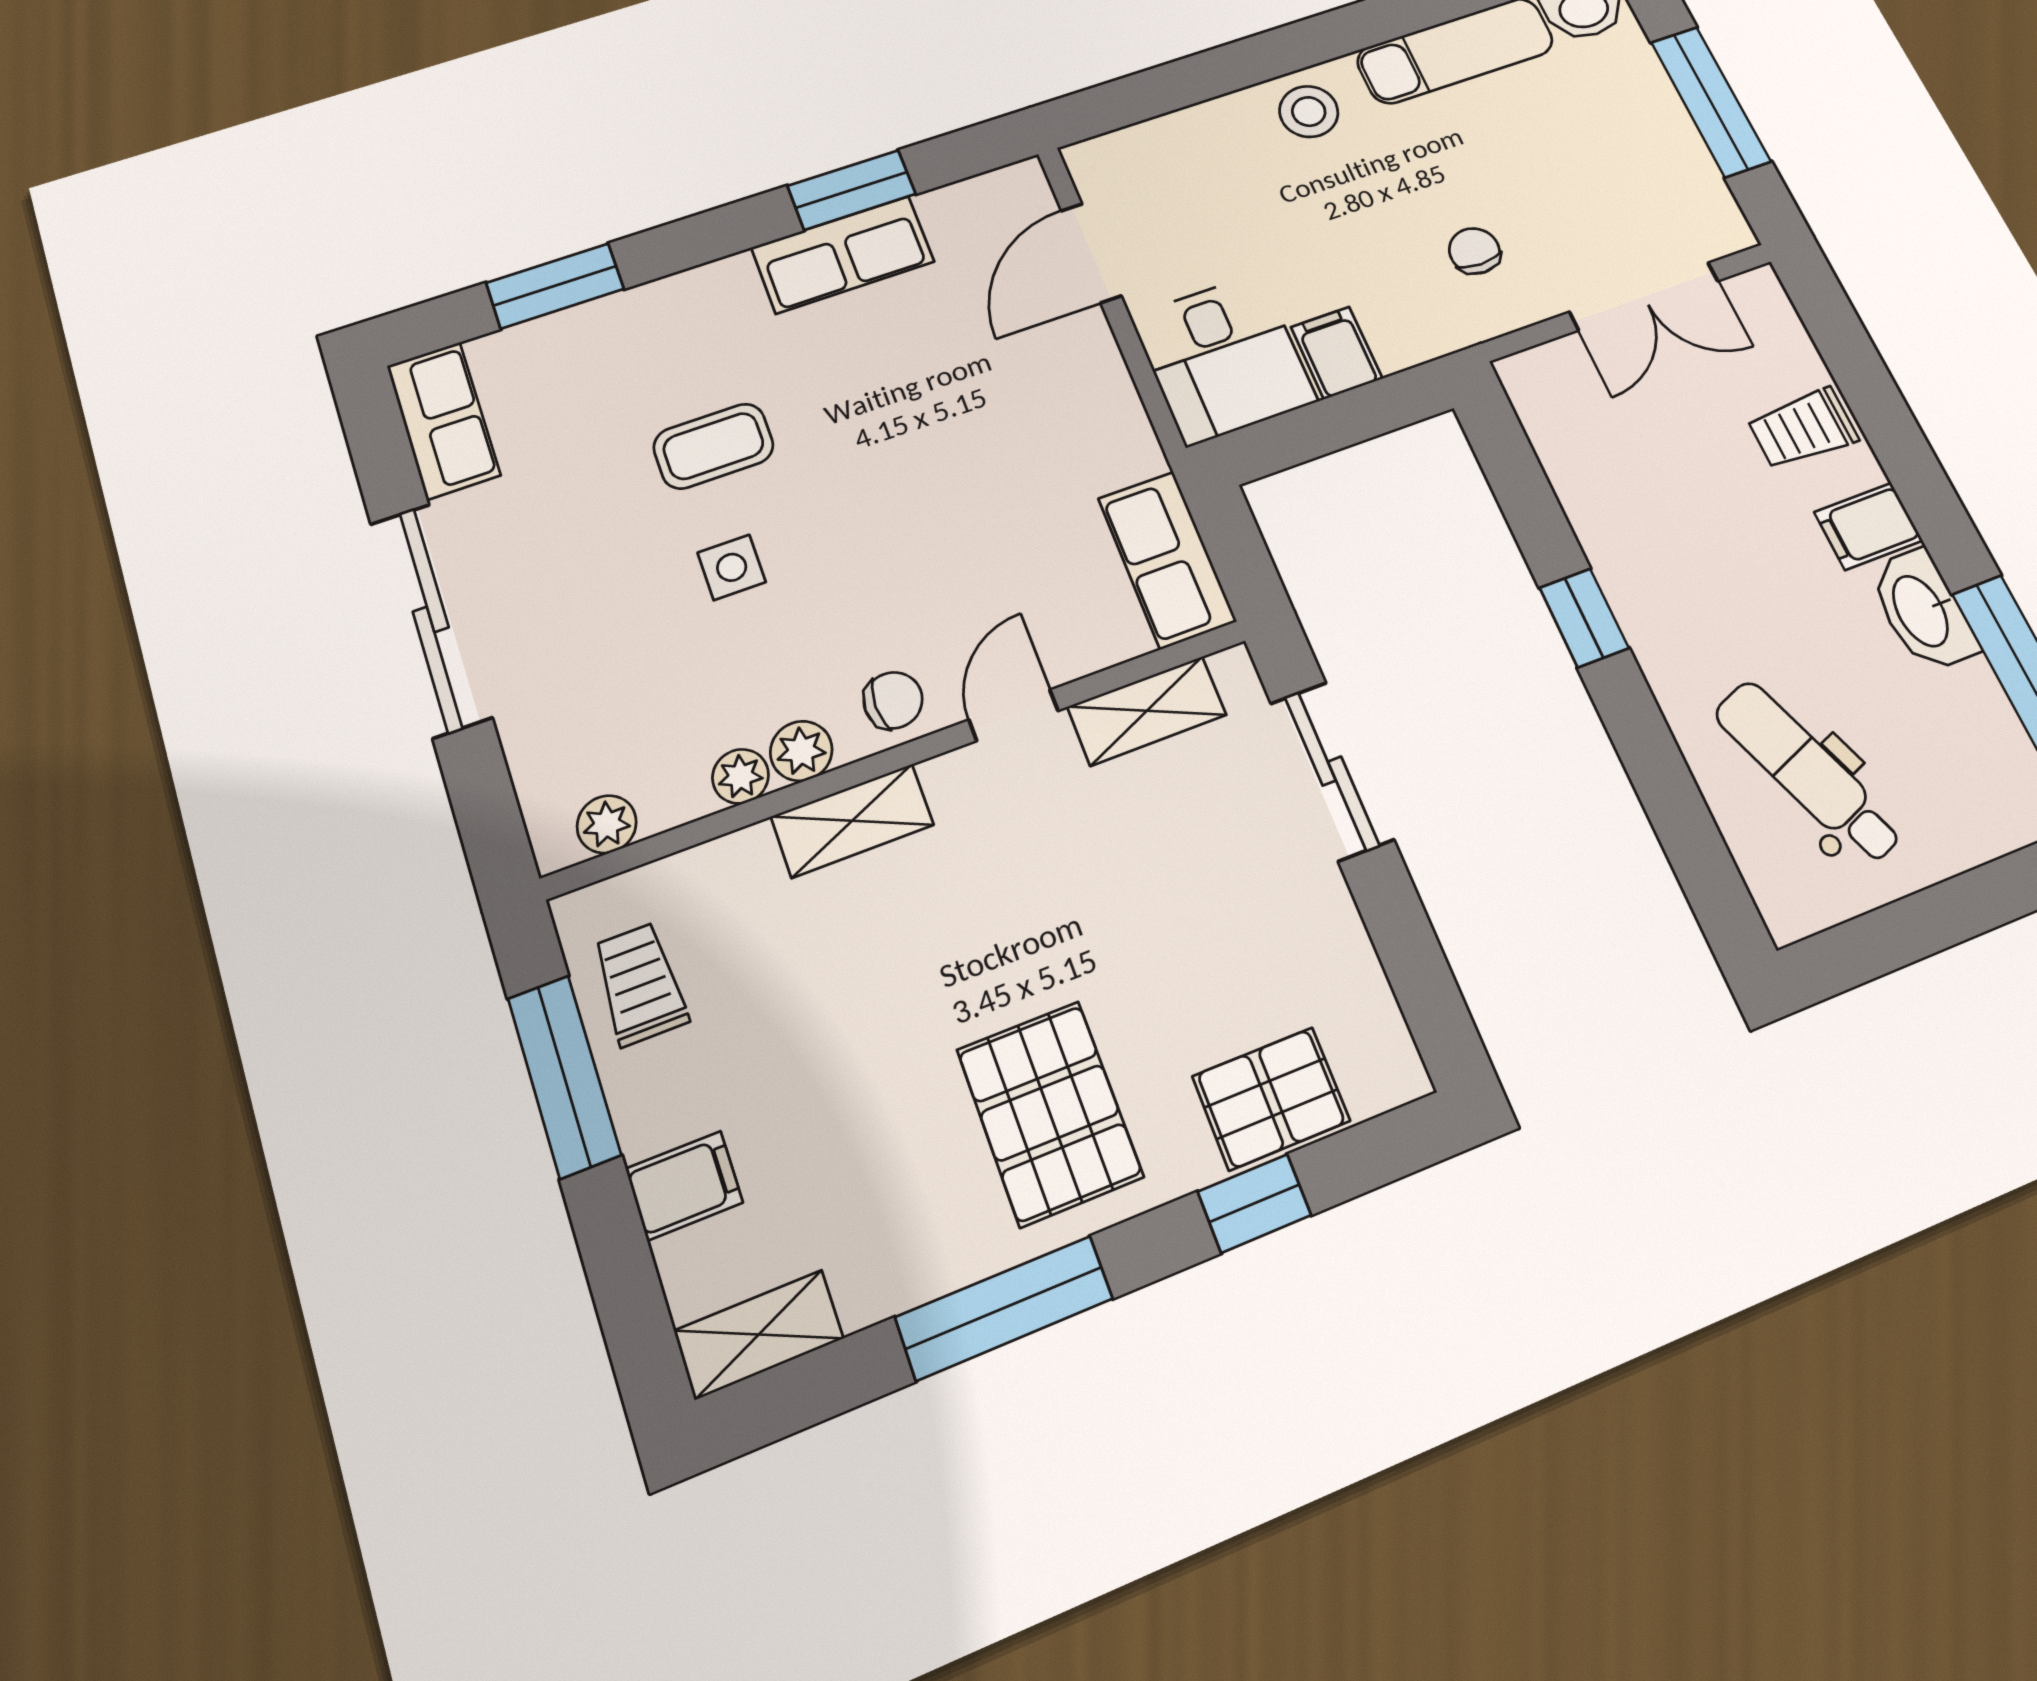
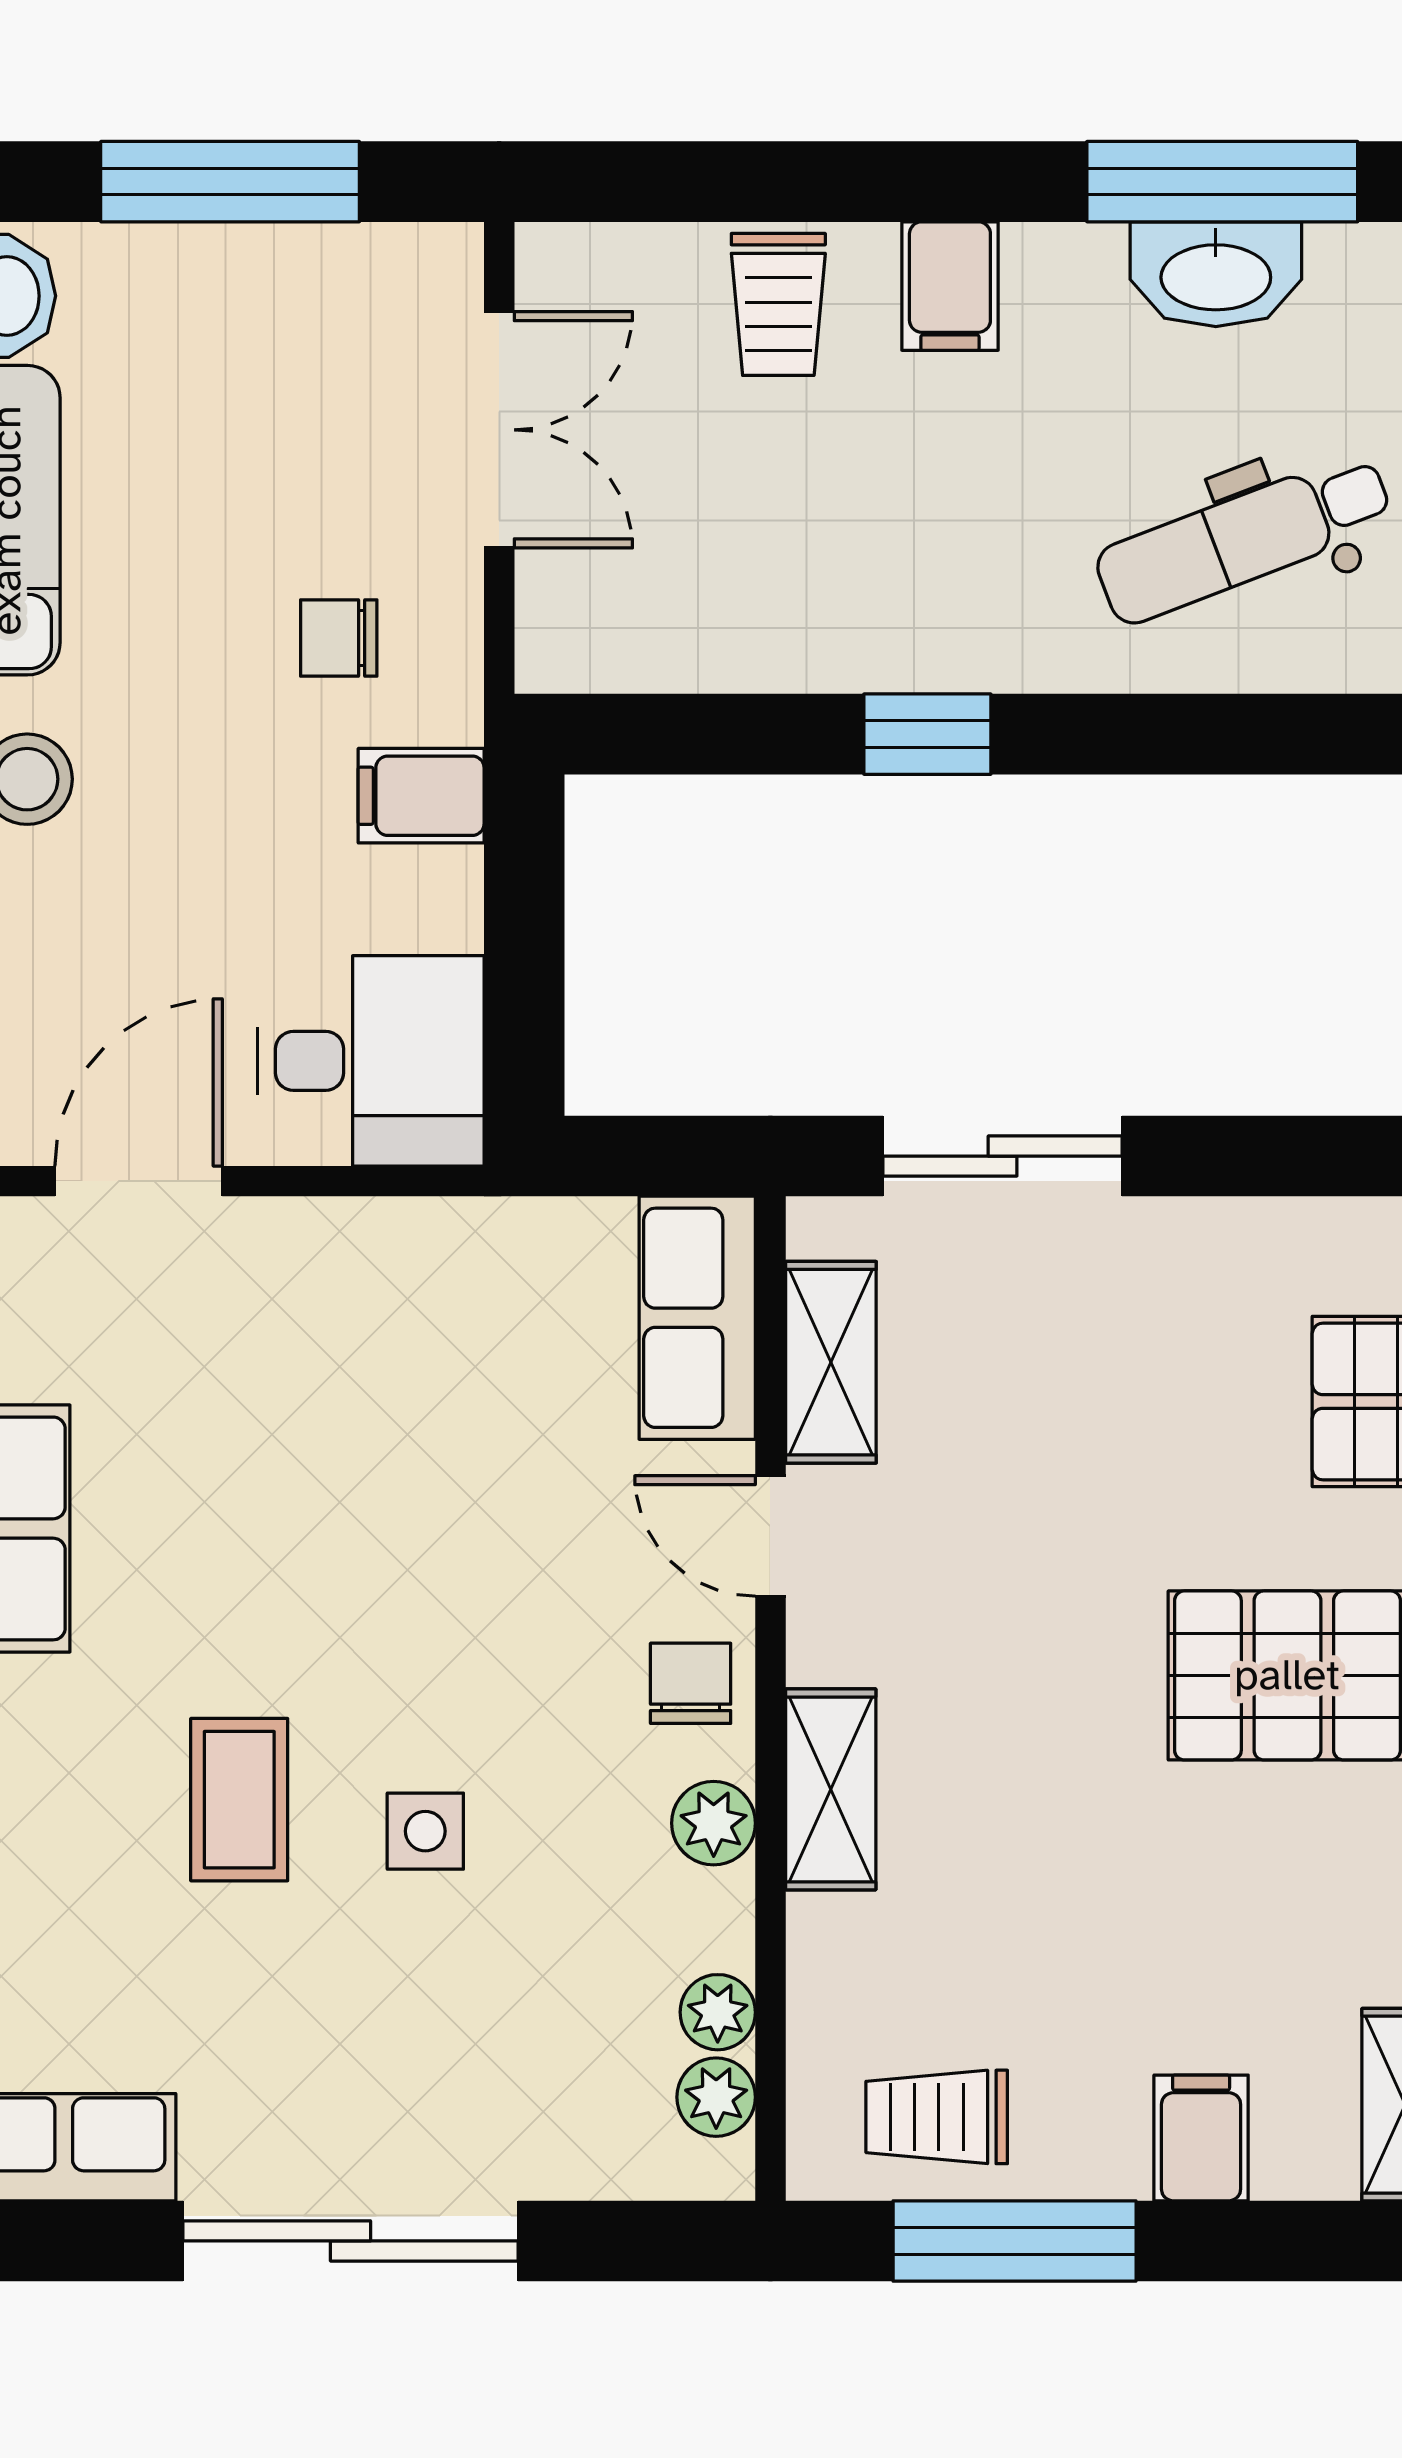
door: (1091, 253) -> (139, 1181), swing flipped
filing cabinet: (1337, 353) -> (421, 796), moved
row of seats: (1167, 560) -> (697, 1318), moved, turned 90
washbasin: (1922, 610) -> (1216, 274), moved
plant: (740, 776) -> (718, 2012), moved

